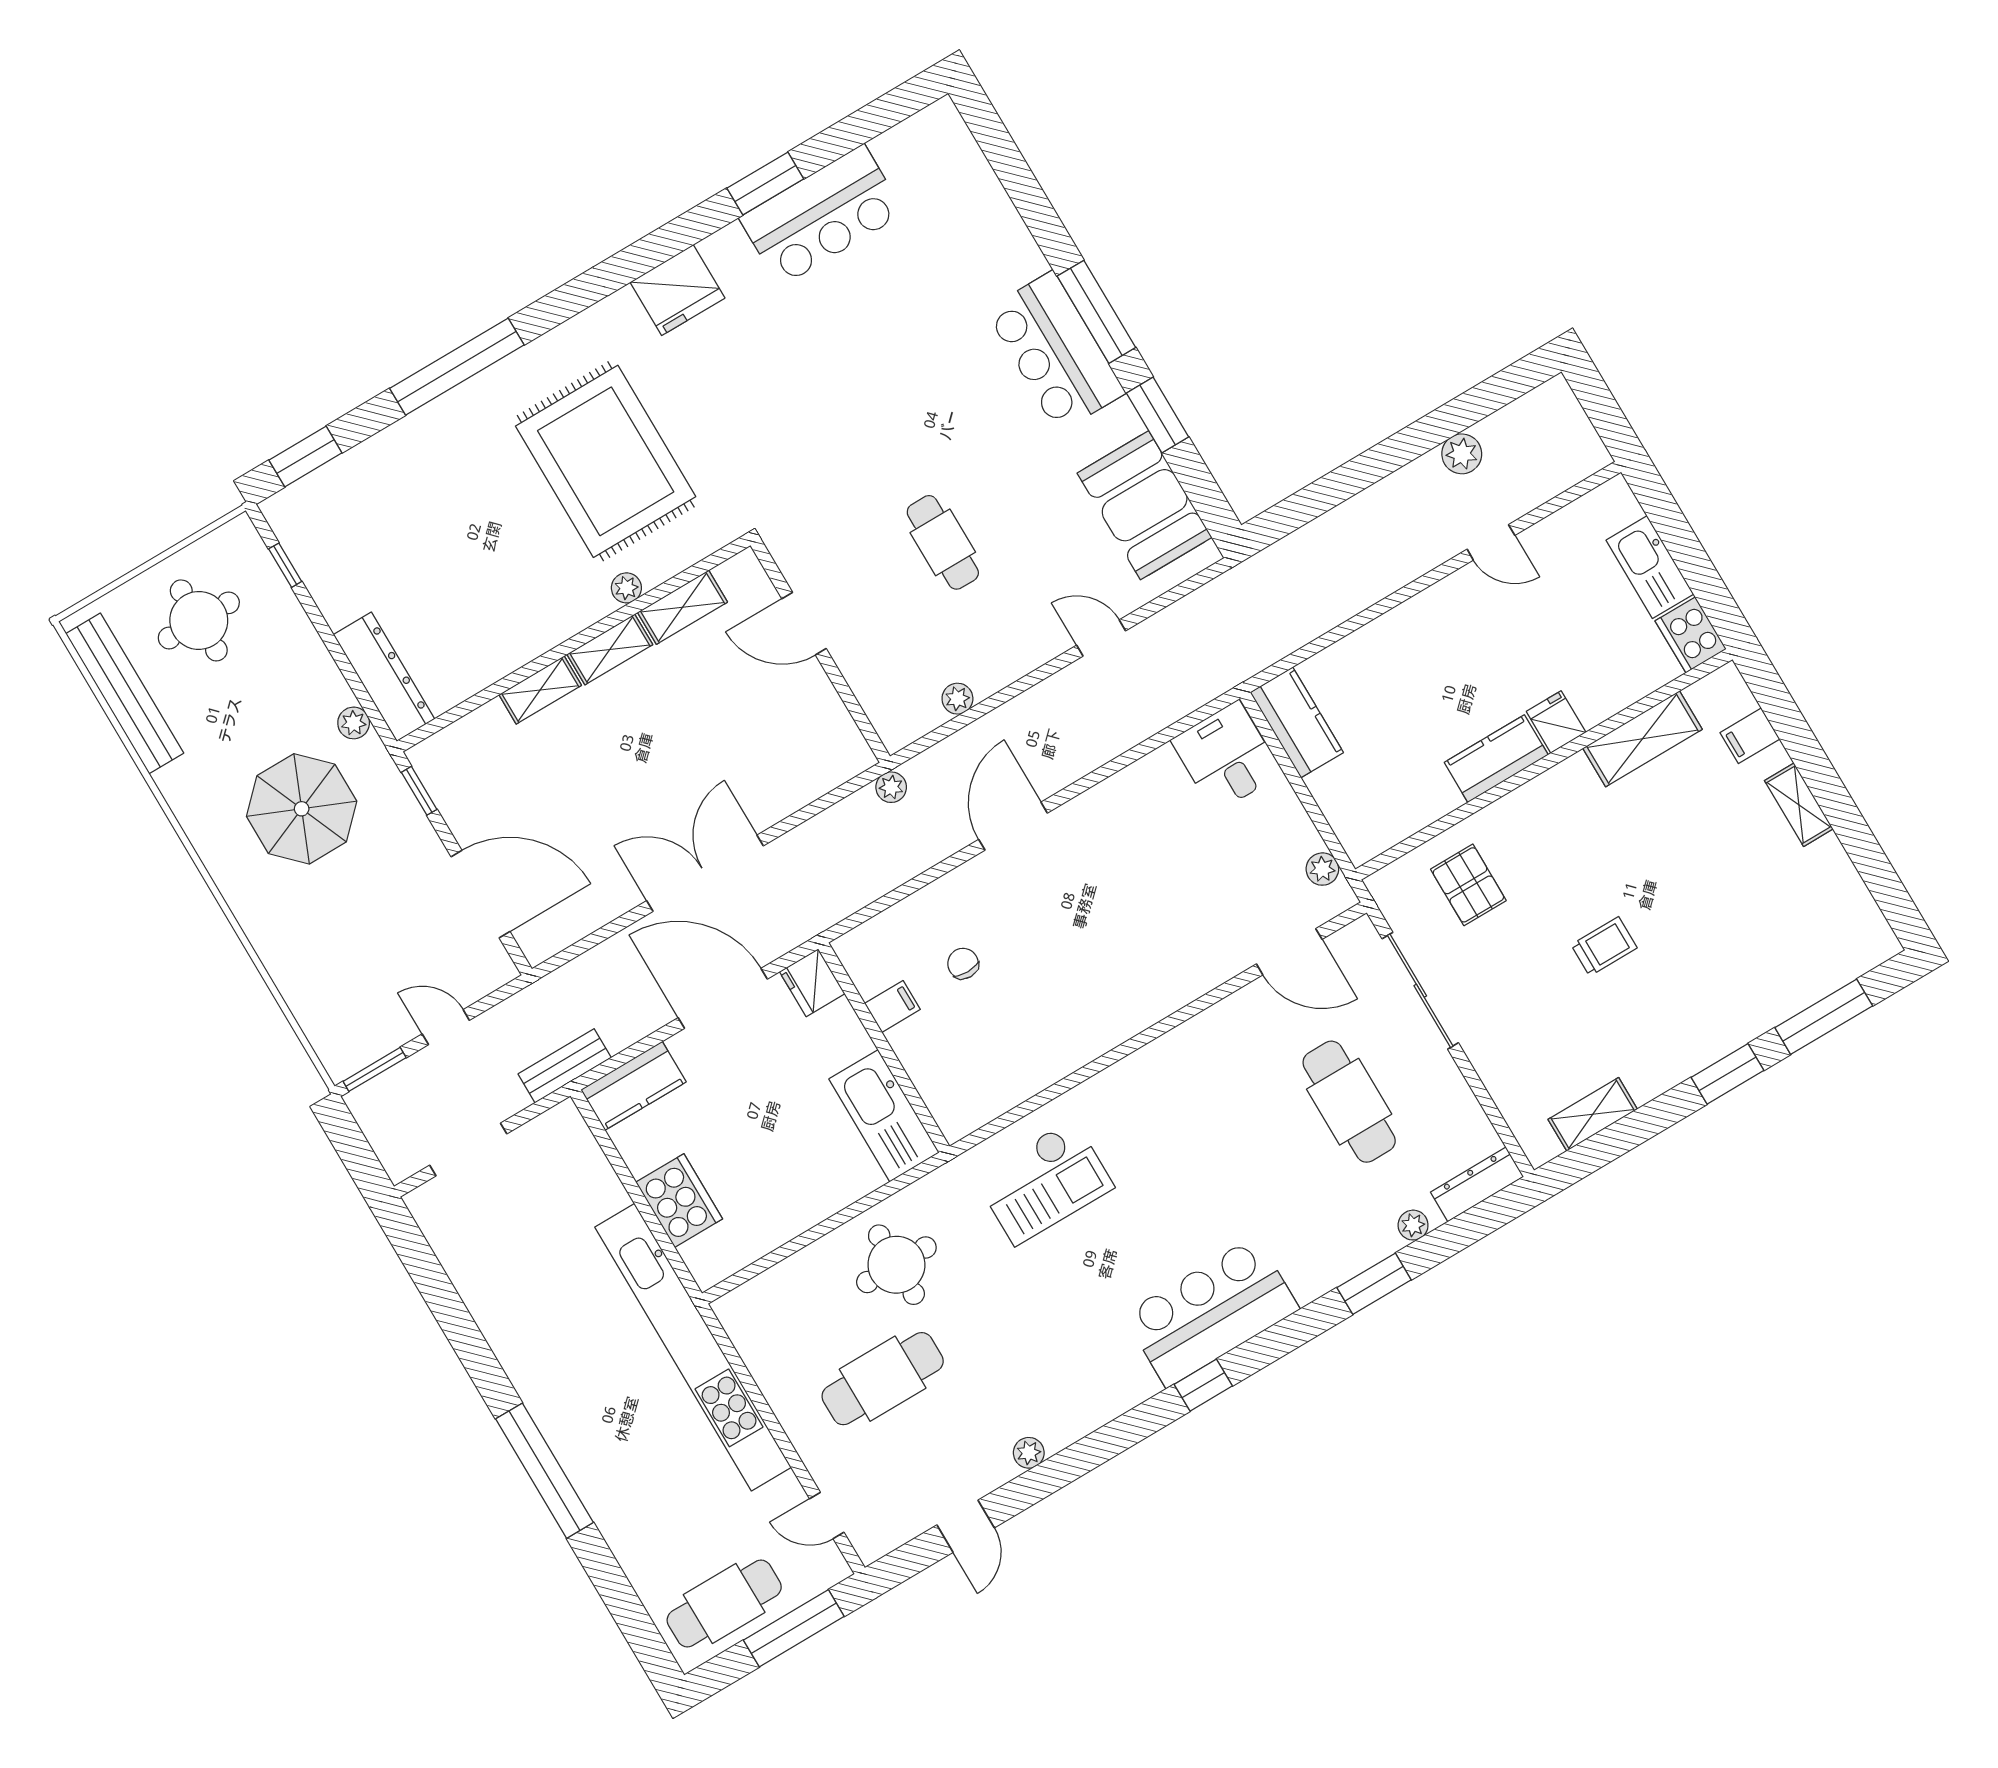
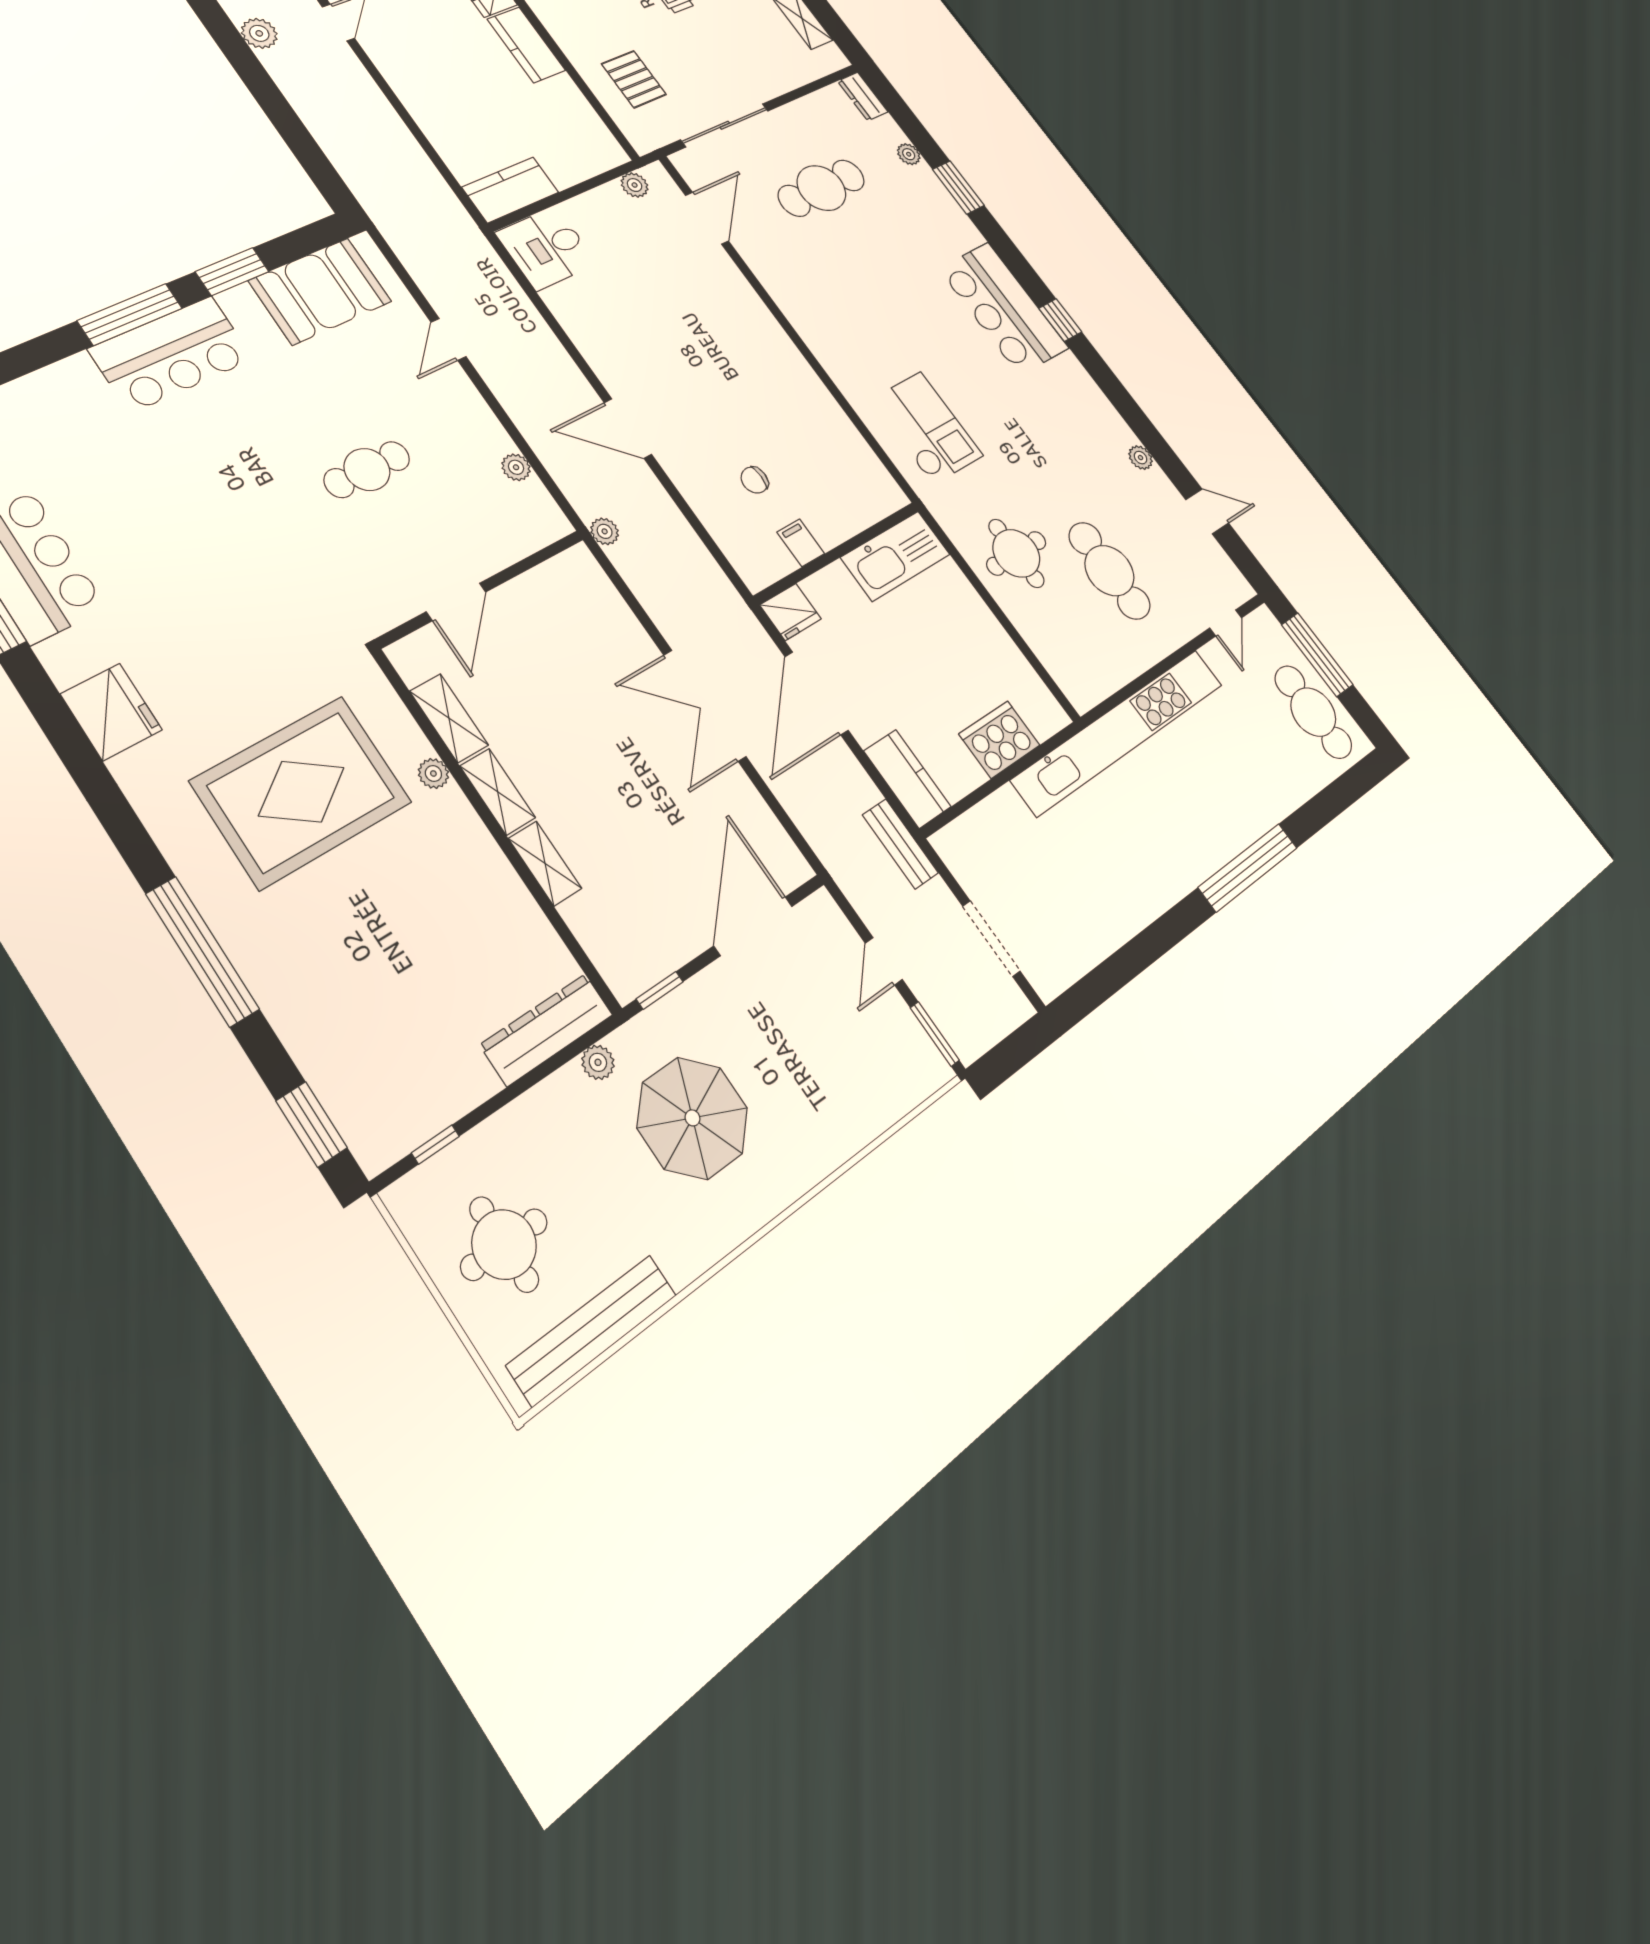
pallet: (1468, 885) -> (634, 79), turned 90
dresser: (1477, 1184) -> (863, 97), width x0.70

